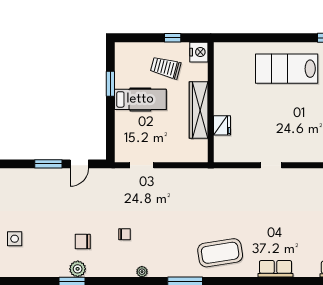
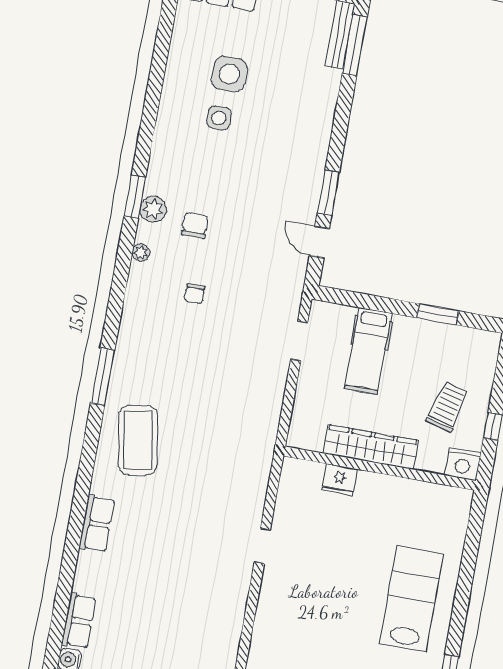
hospital bed: (140, 99) -> (368, 351), moved
plant: (142, 272) -> (141, 252), moved

